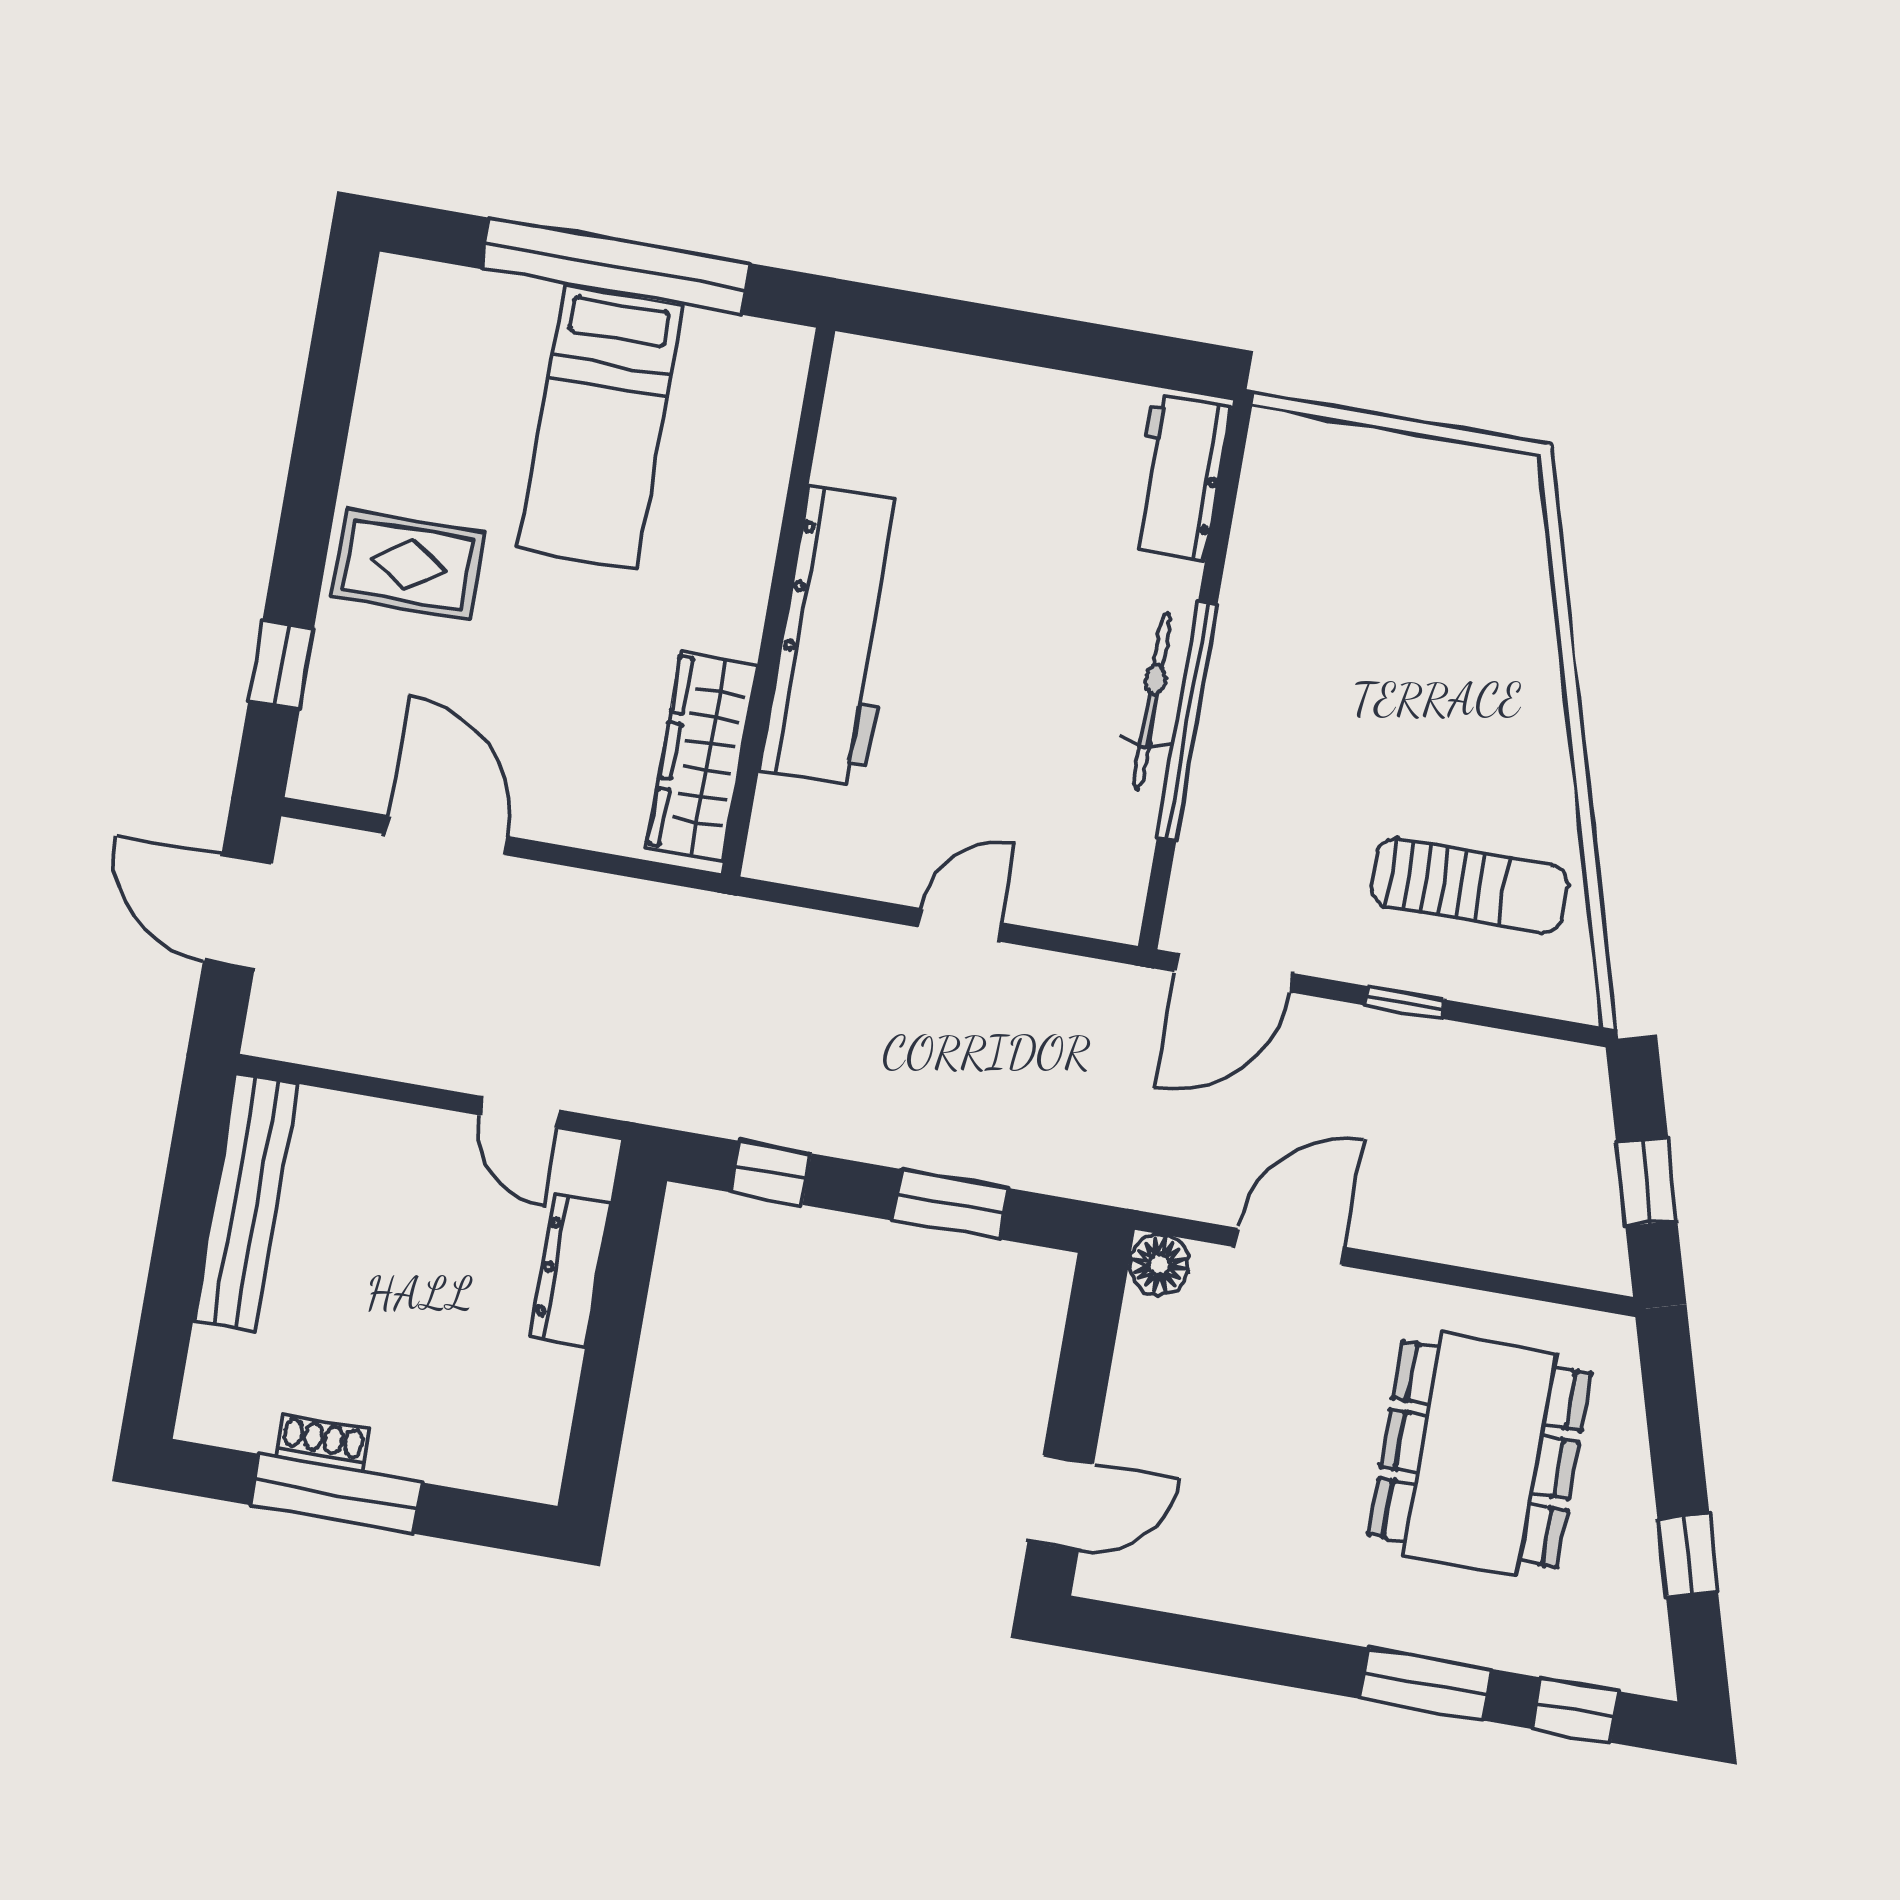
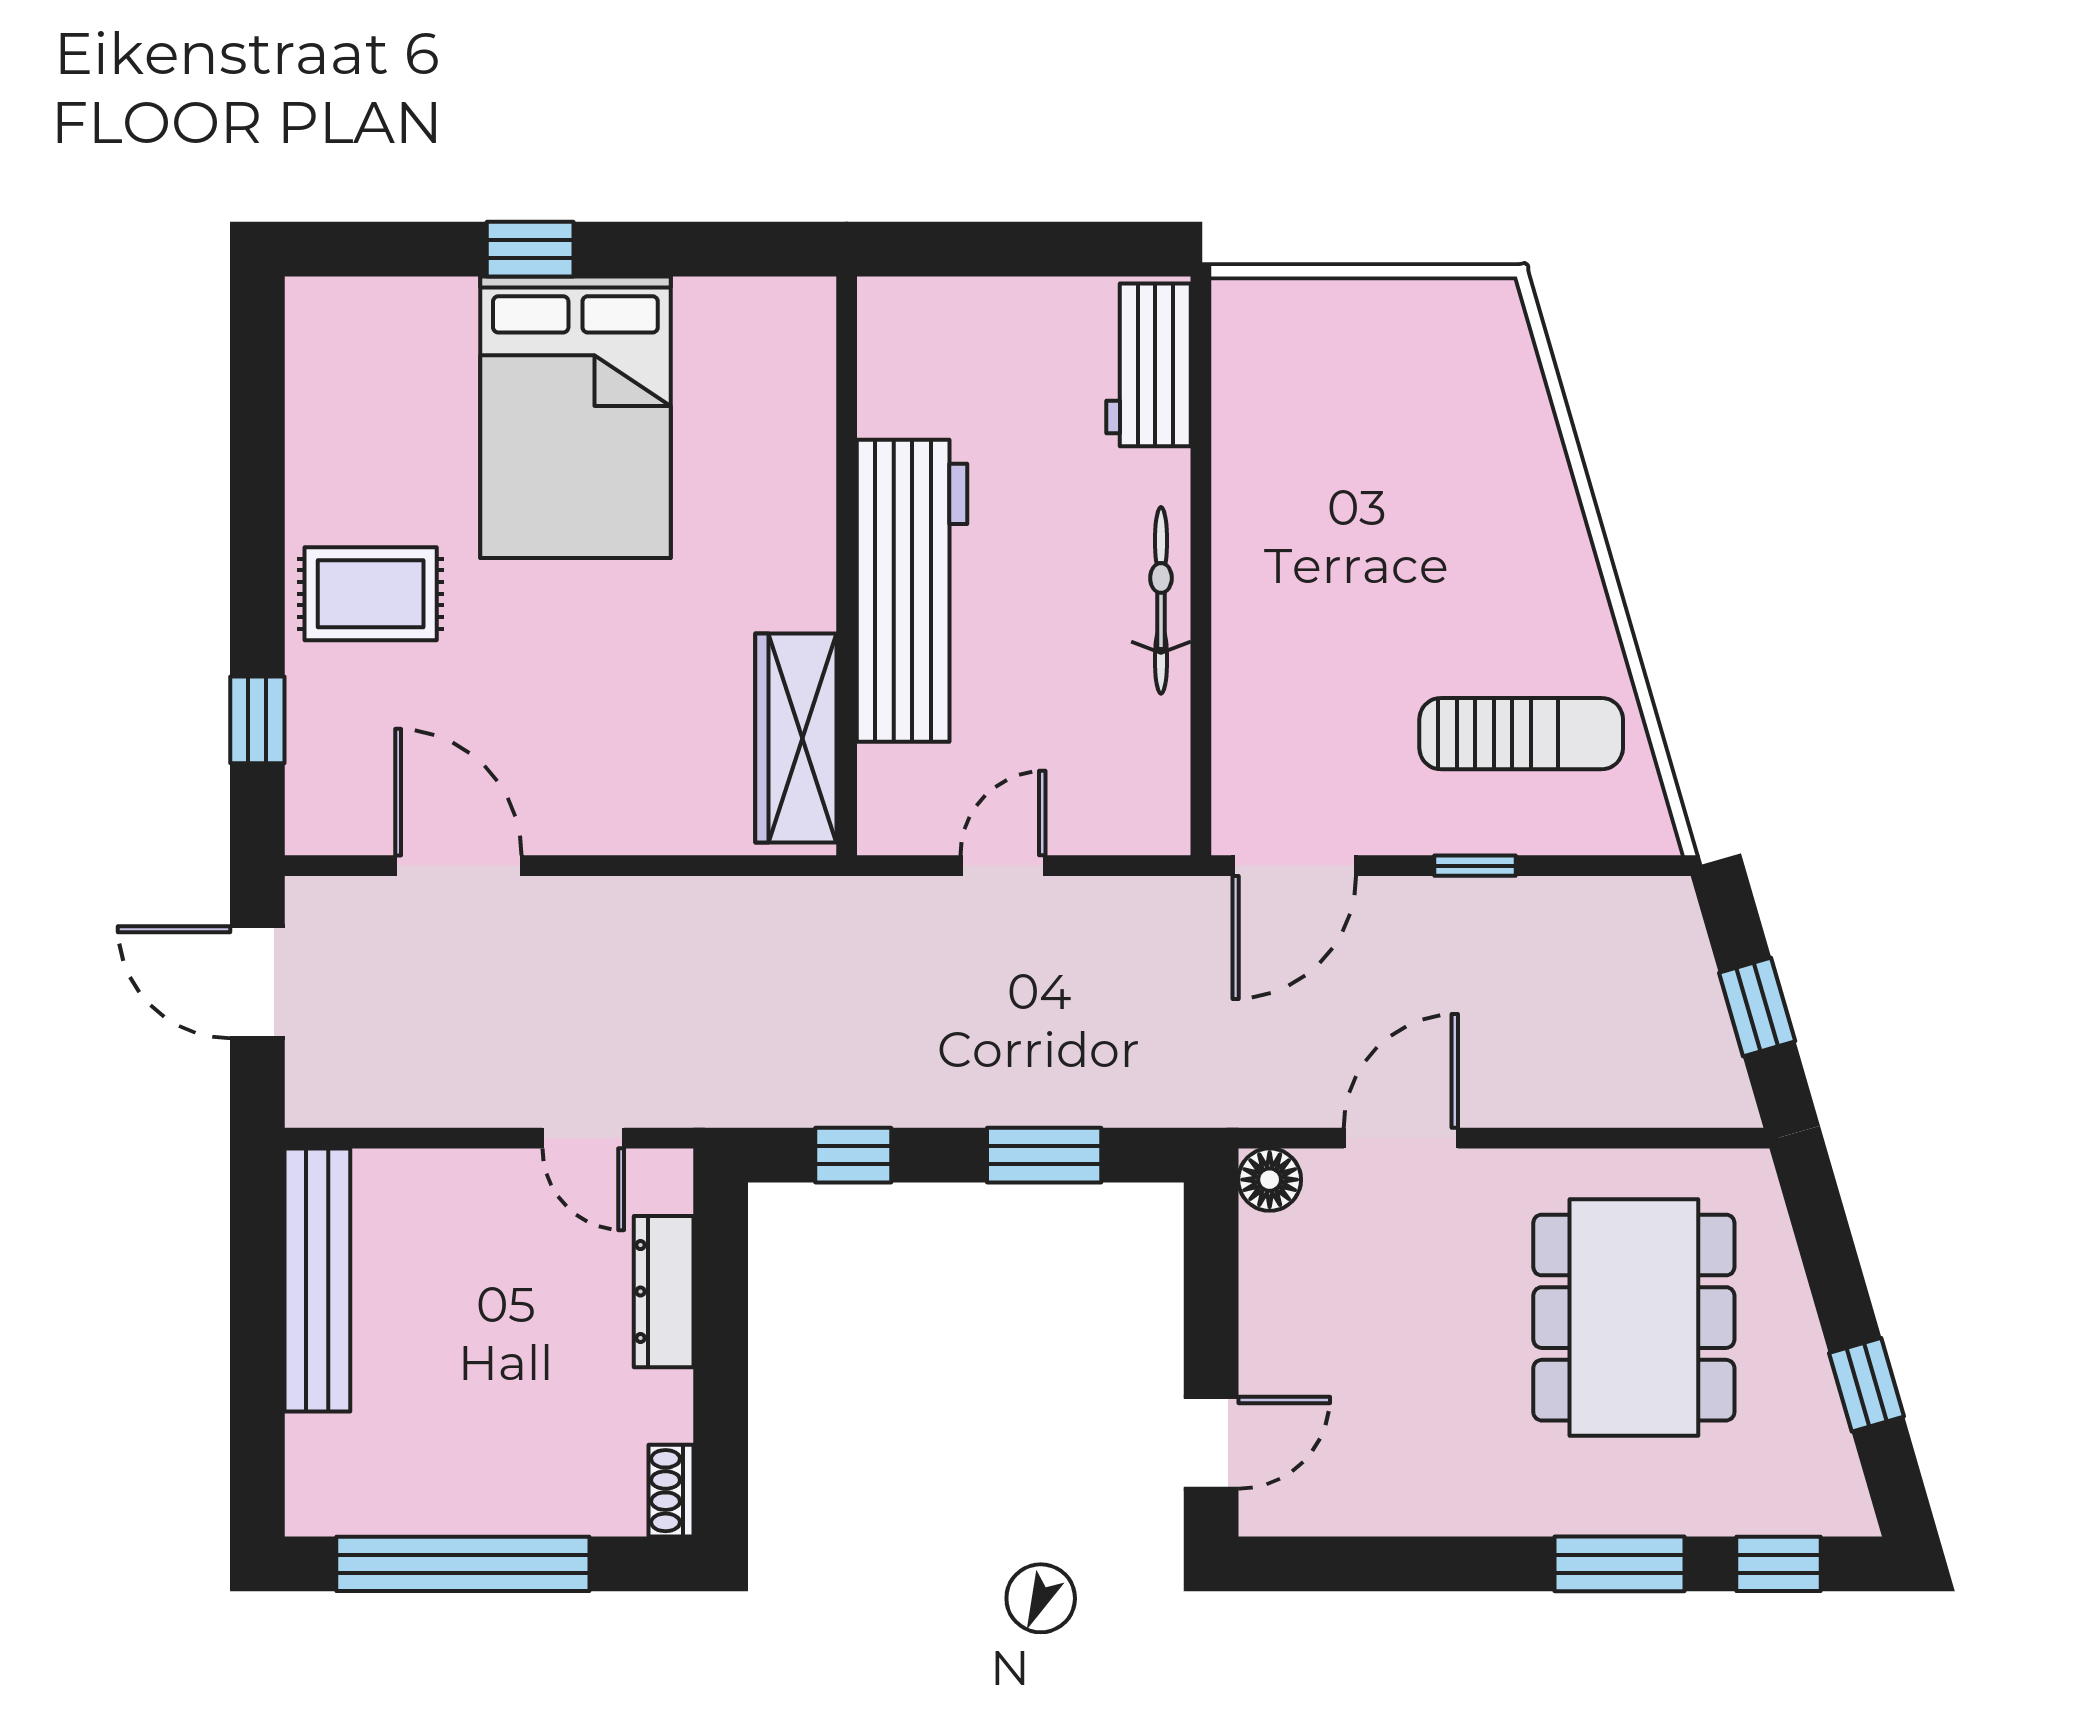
window: (616, 266) -> (530, 249), width x0.32
bed: (601, 427) -> (575, 417), width x1.50
wall: (778, 602) -> (847, 566), moved
workbench: (836, 636) -> (912, 591), moved
window: (1187, 721) -> (1201, 615), removed
wardrobe: (702, 756) -> (796, 738), moved
shoe rack: (323, 1443) -> (671, 1491), moved, turned -90
window: (336, 1494) -> (463, 1564), width x1.46

